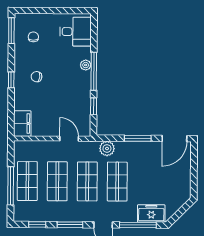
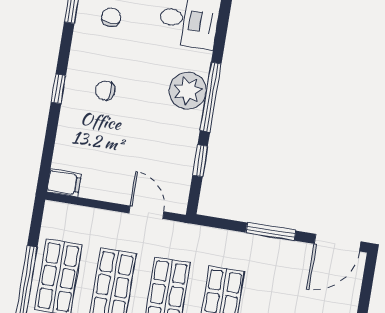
plant: (86, 65) -> (188, 91), width x1.87, depth x1.87
filing cabinet: (22, 123) -> (64, 183), width x0.50
plant: (107, 149) -> (212, 241), removed

